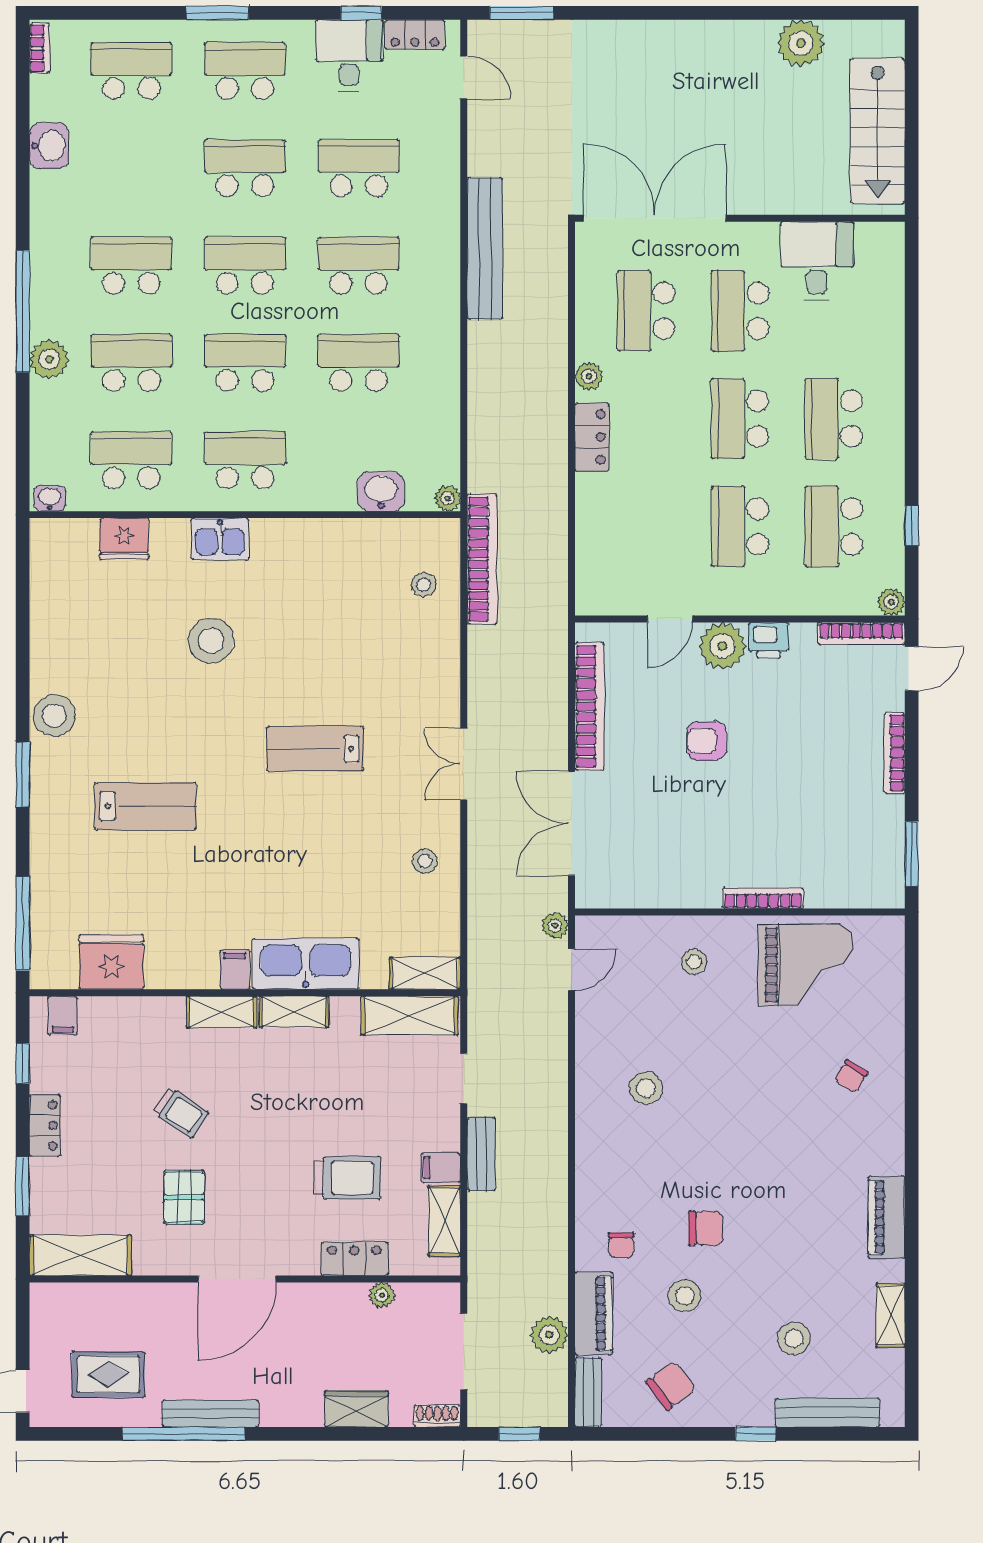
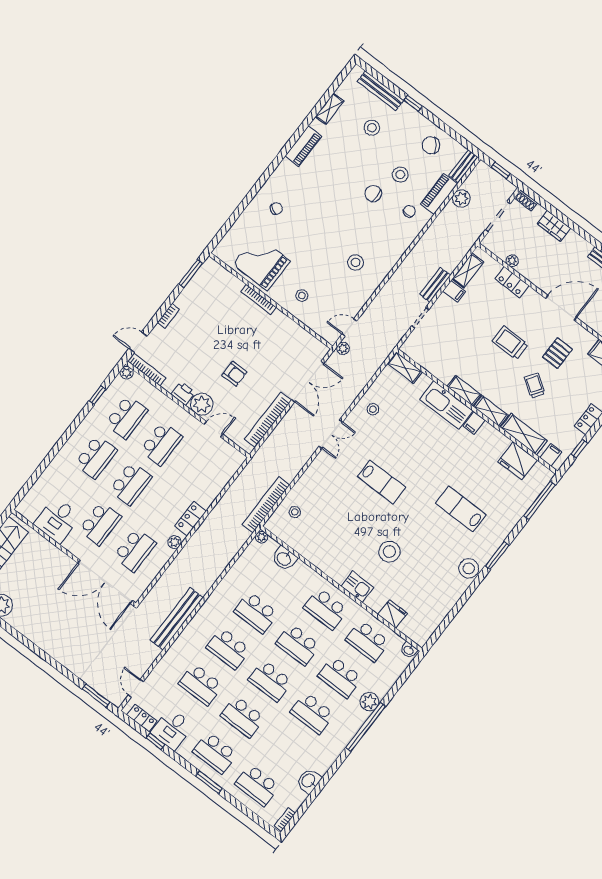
bookcase: (895, 753) -> (168, 316), width x0.64
shelving: (409, 1016) -> (524, 434), moved
trolley: (347, 1178) -> (510, 343), moved

